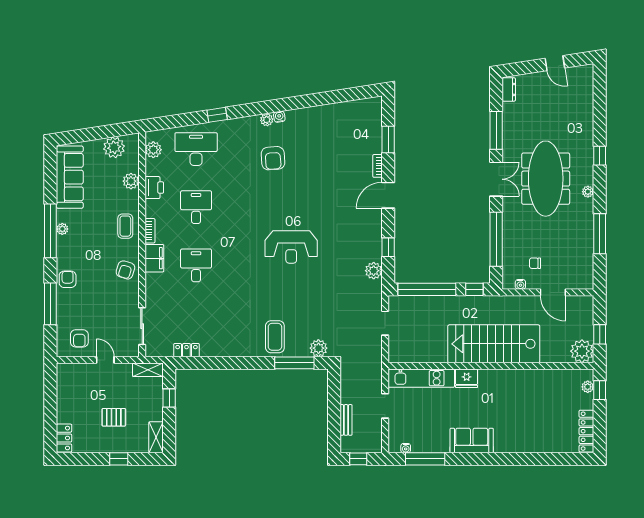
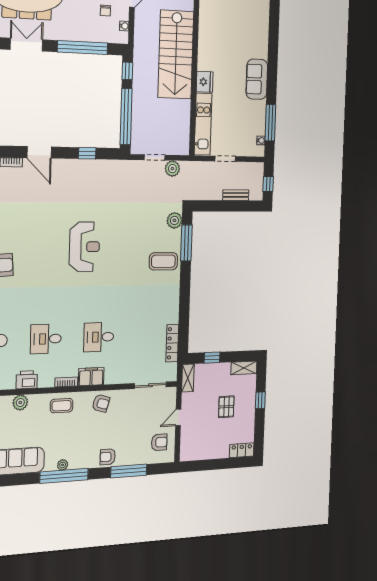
plant: (374, 271) -> (172, 169), moved
locker: (186, 350) -> (172, 343), width x1.53

